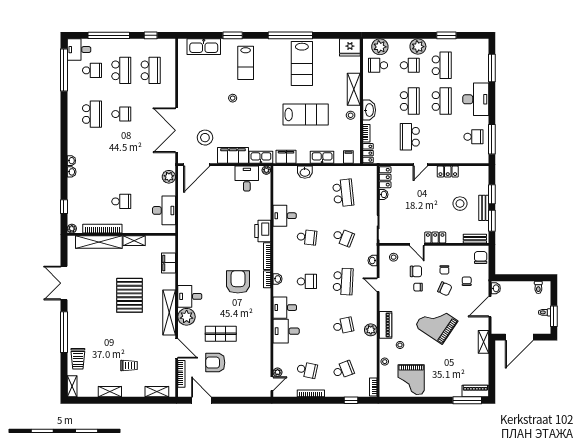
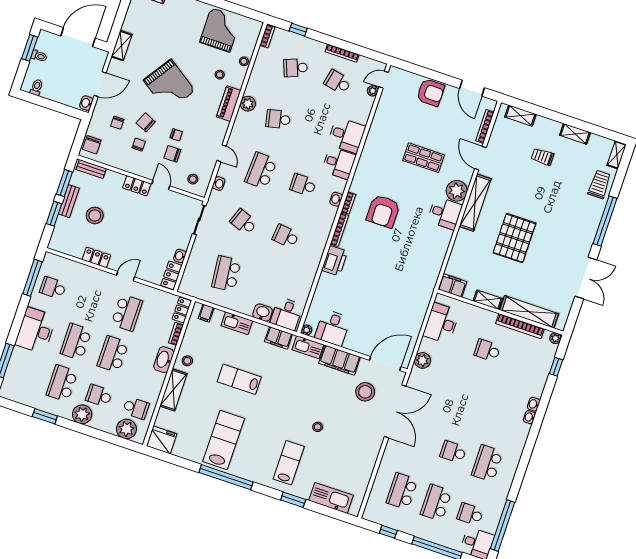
lab bench: (306, 115) -> (239, 379), width x0.73, depth x0.72
desk: (285, 216) -> (286, 314), moved, turned 90
filing cabinet: (169, 263) -> (452, 285), moved, turned -90
armchair: (215, 363) -> (431, 92), moved

